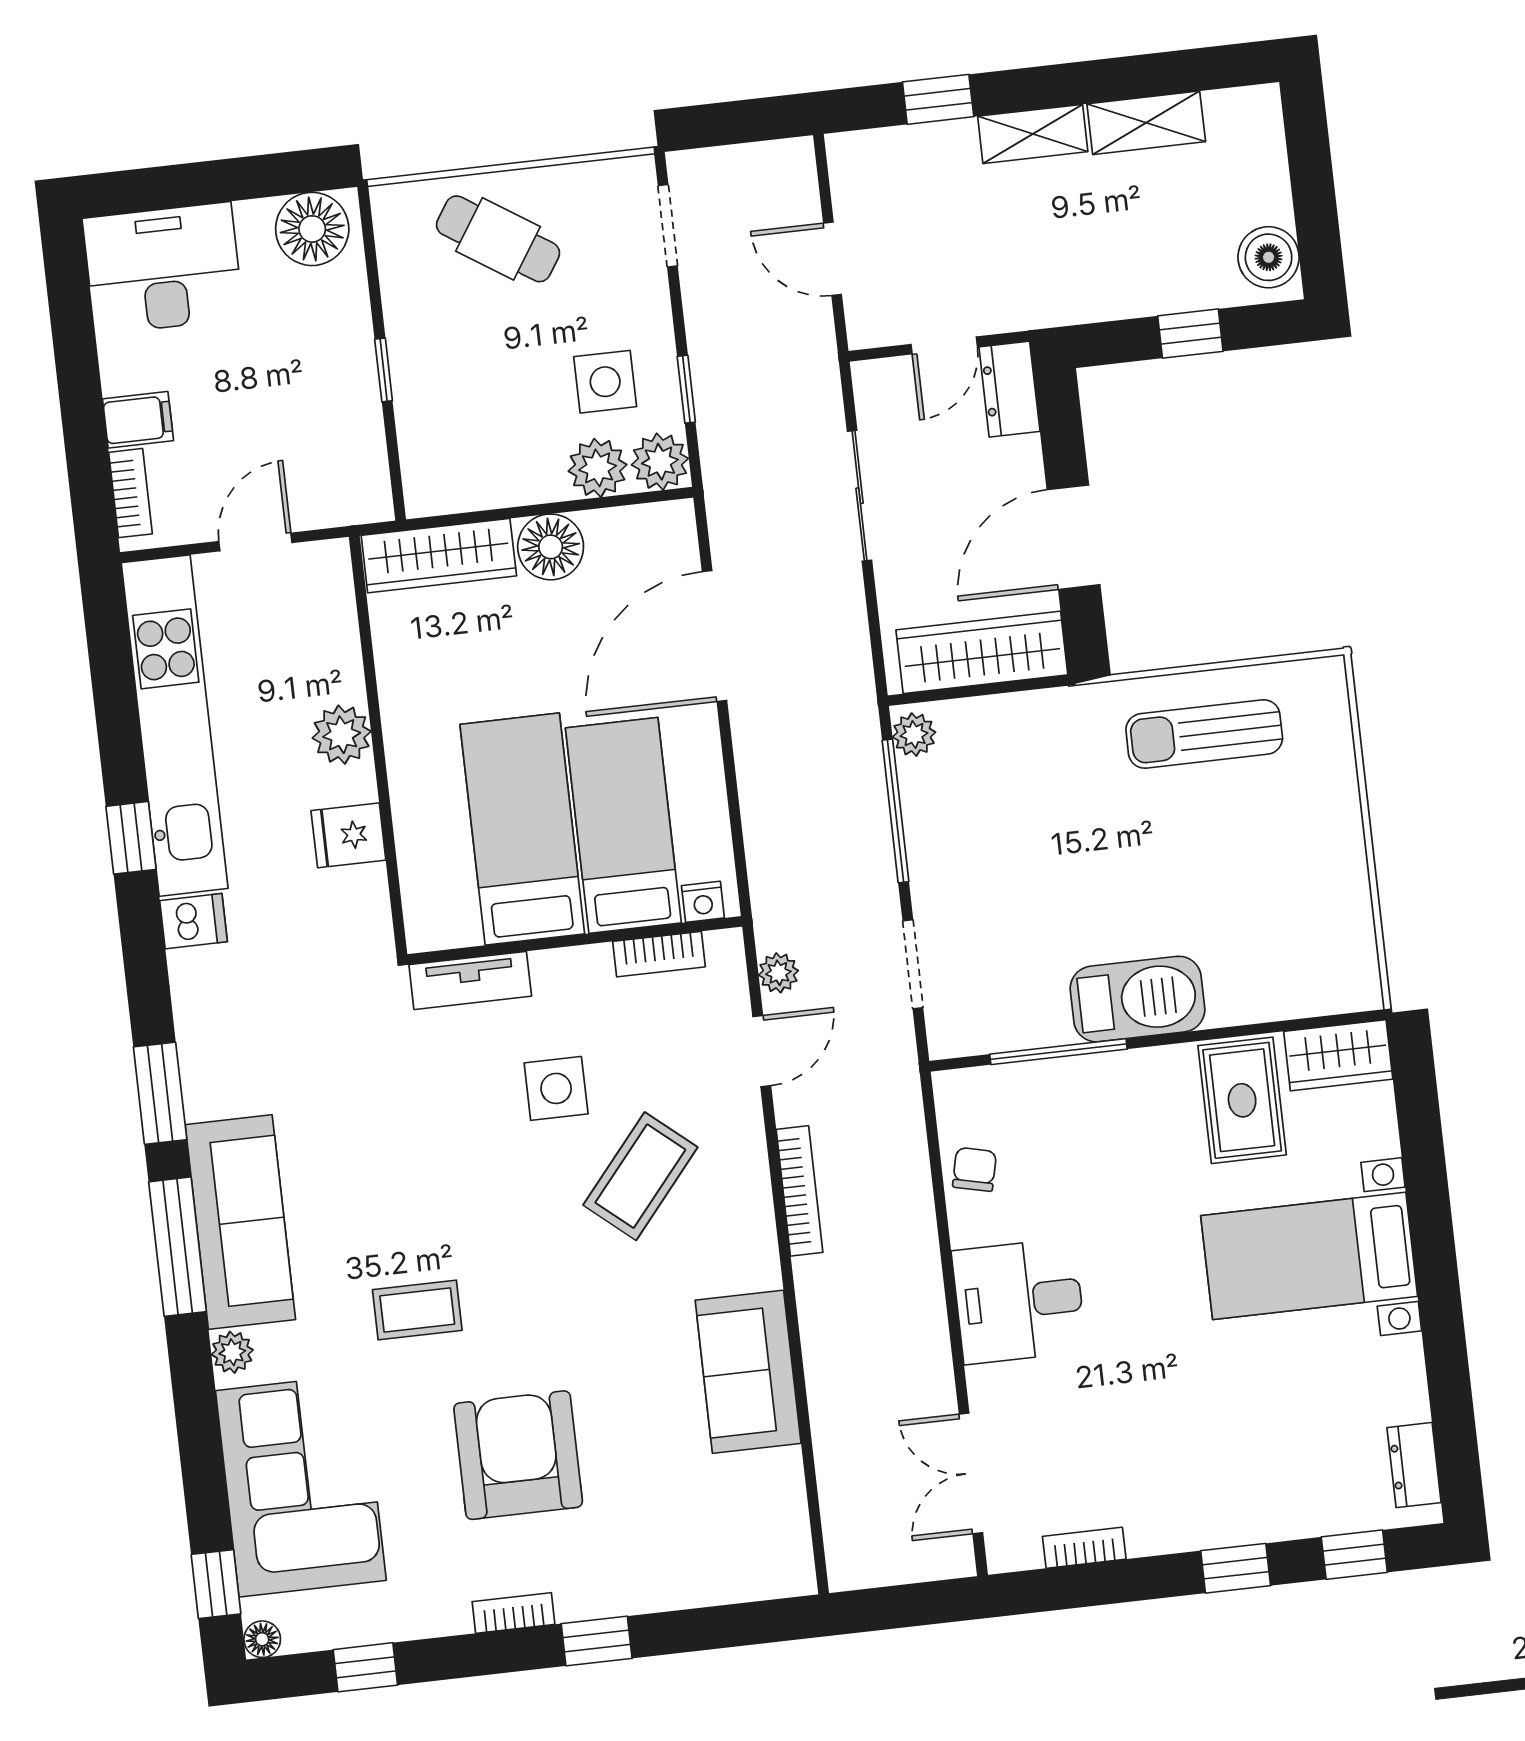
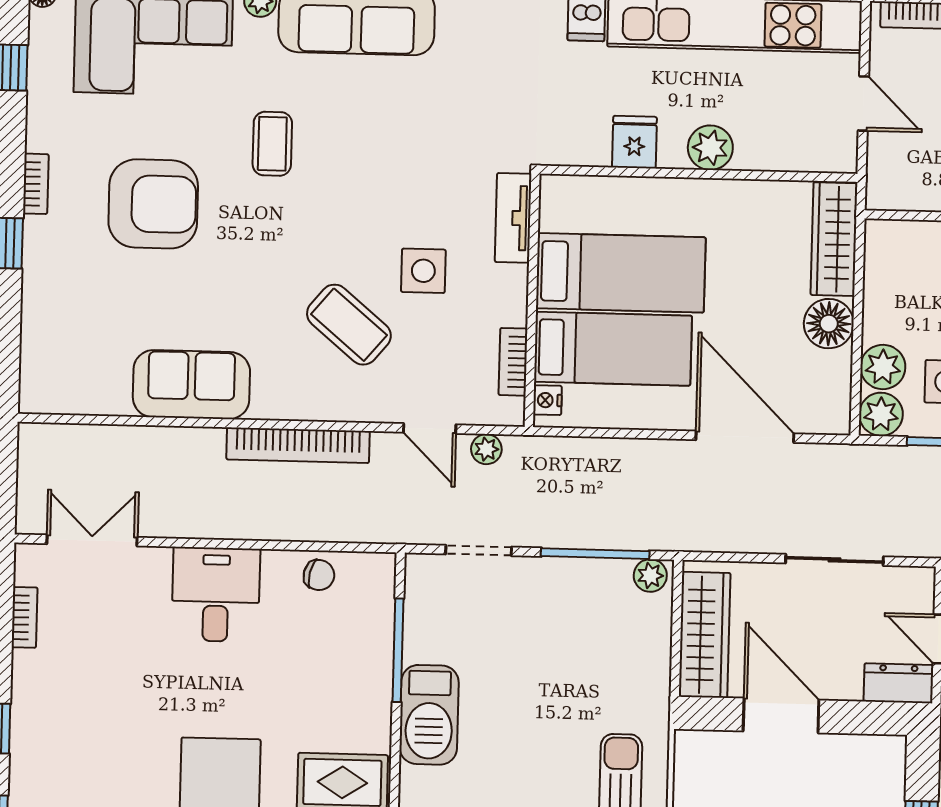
bookcase: (799, 1191) -> (298, 445), width x1.48, depth x1.31

